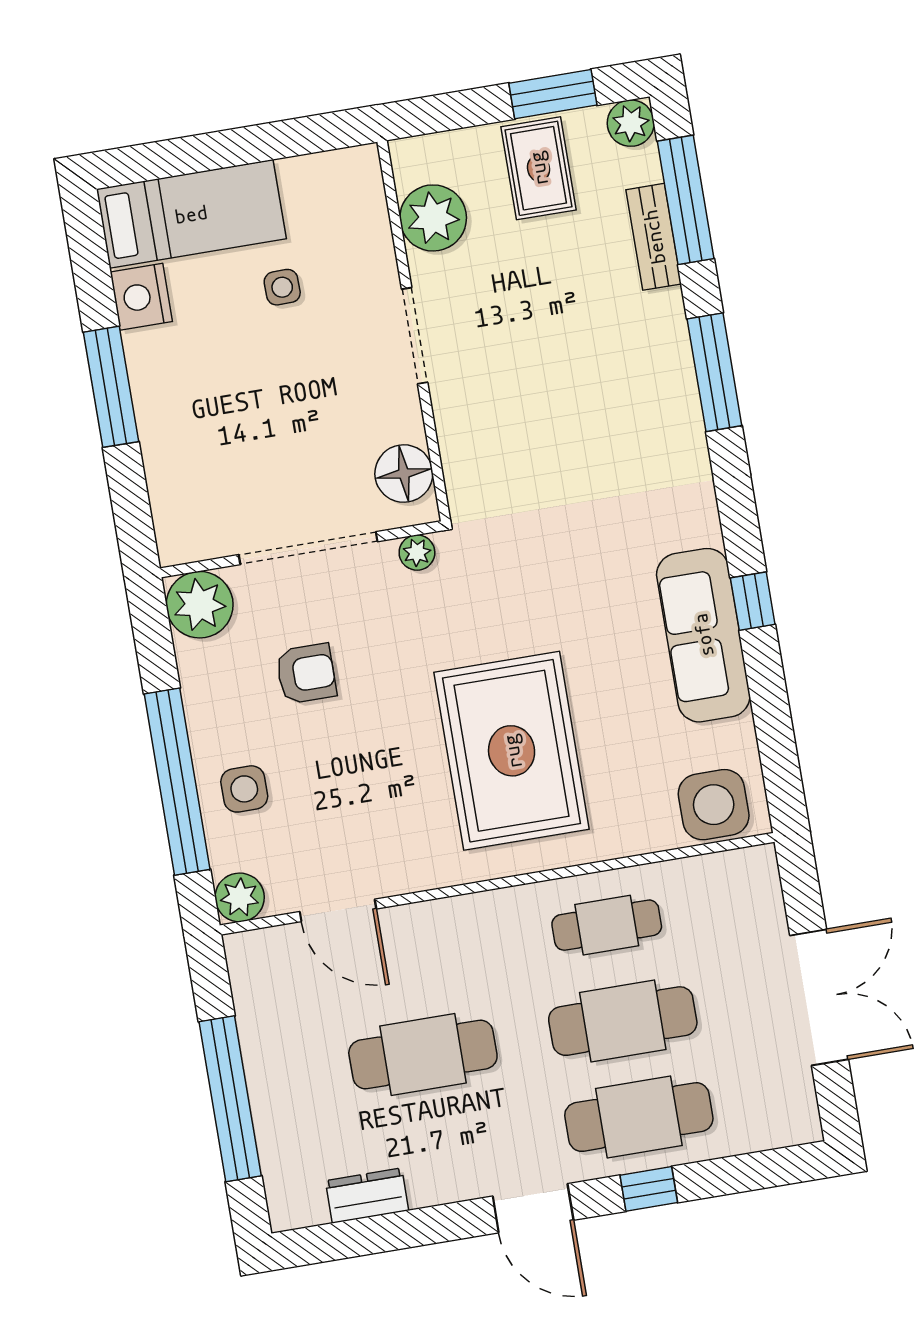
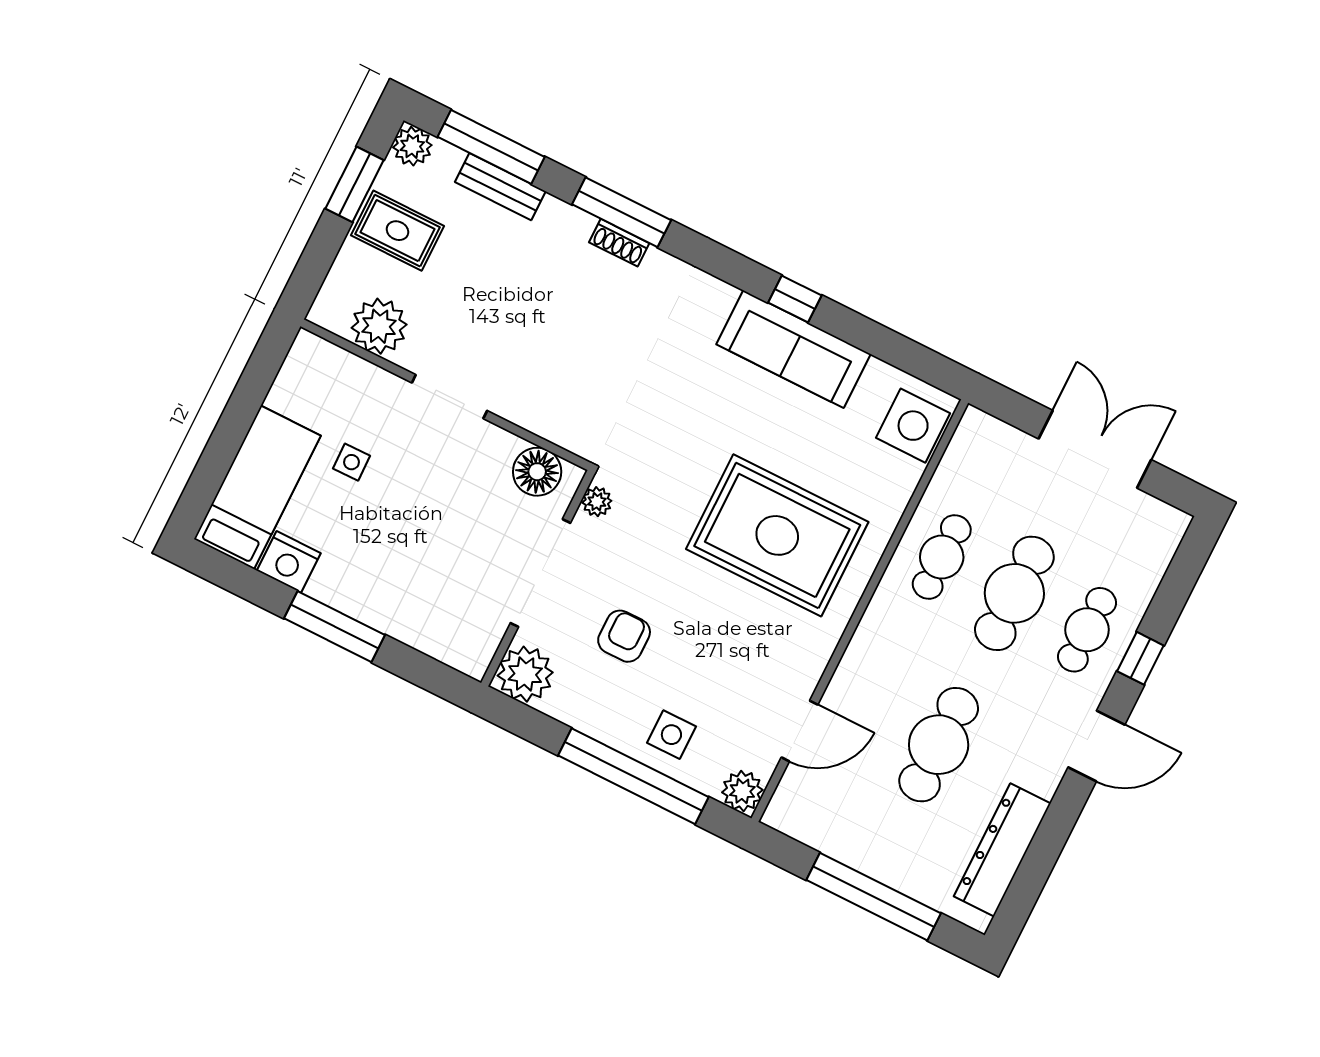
shoe rack: (683, 391) -> (619, 243), added
cafe table: (639, 1117) -> (1087, 630), width x0.73, depth x0.74
dresser: (367, 1196) -> (1002, 850), width x1.96, depth x1.24

